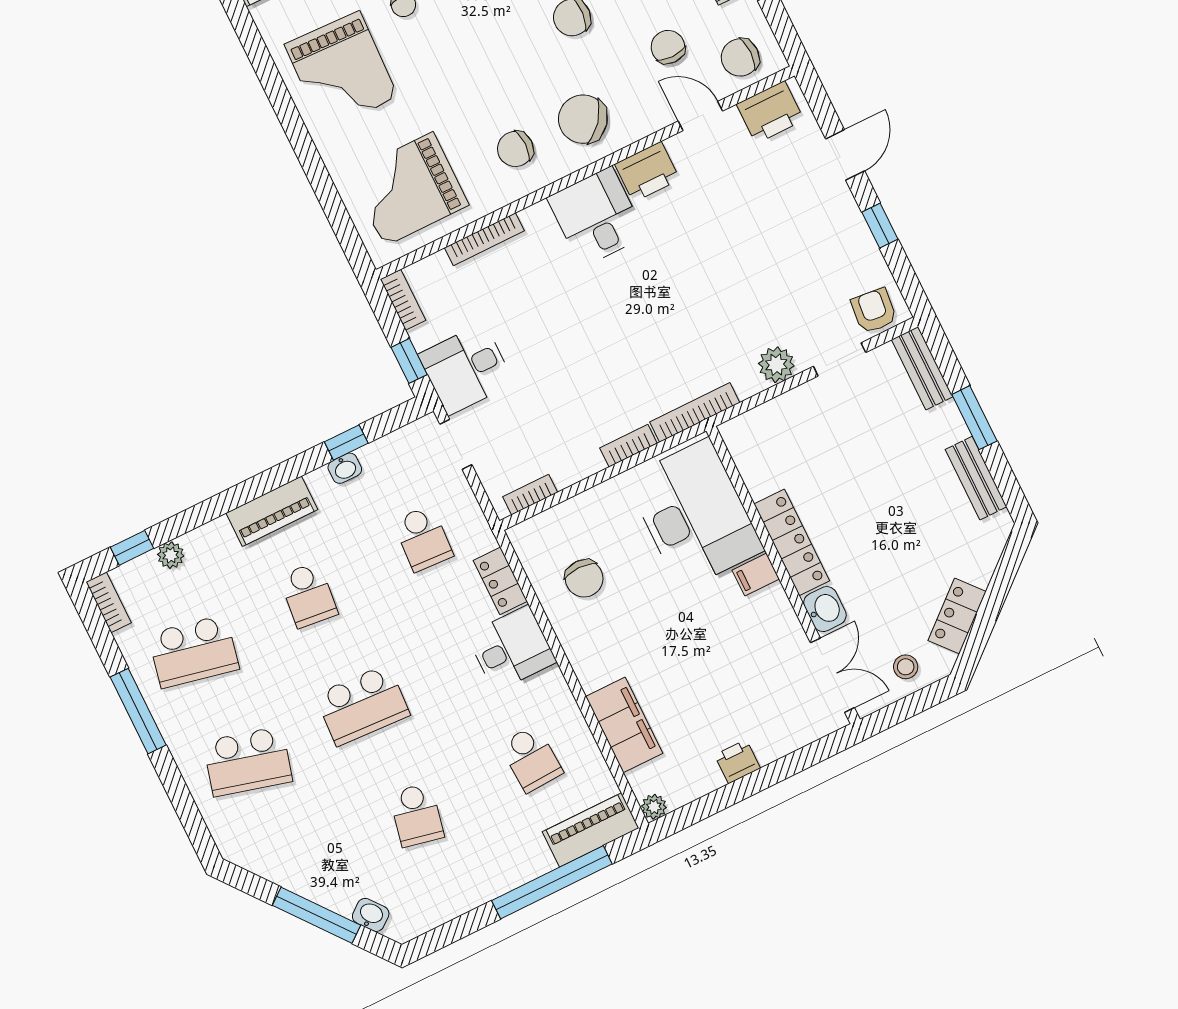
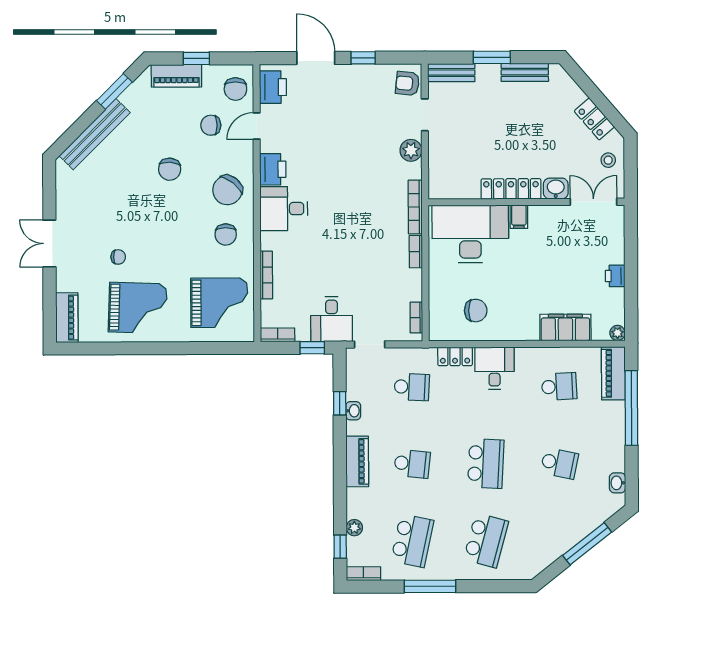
door: (845, 155) -> (316, 58), width x1.38
grand piano: (409, 189) -> (219, 303), turned -90
washbasin: (371, 915) -> (618, 483), moved, turned -52

